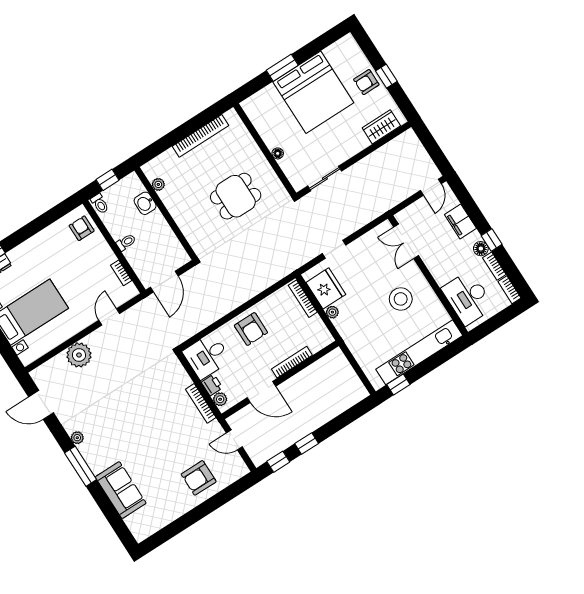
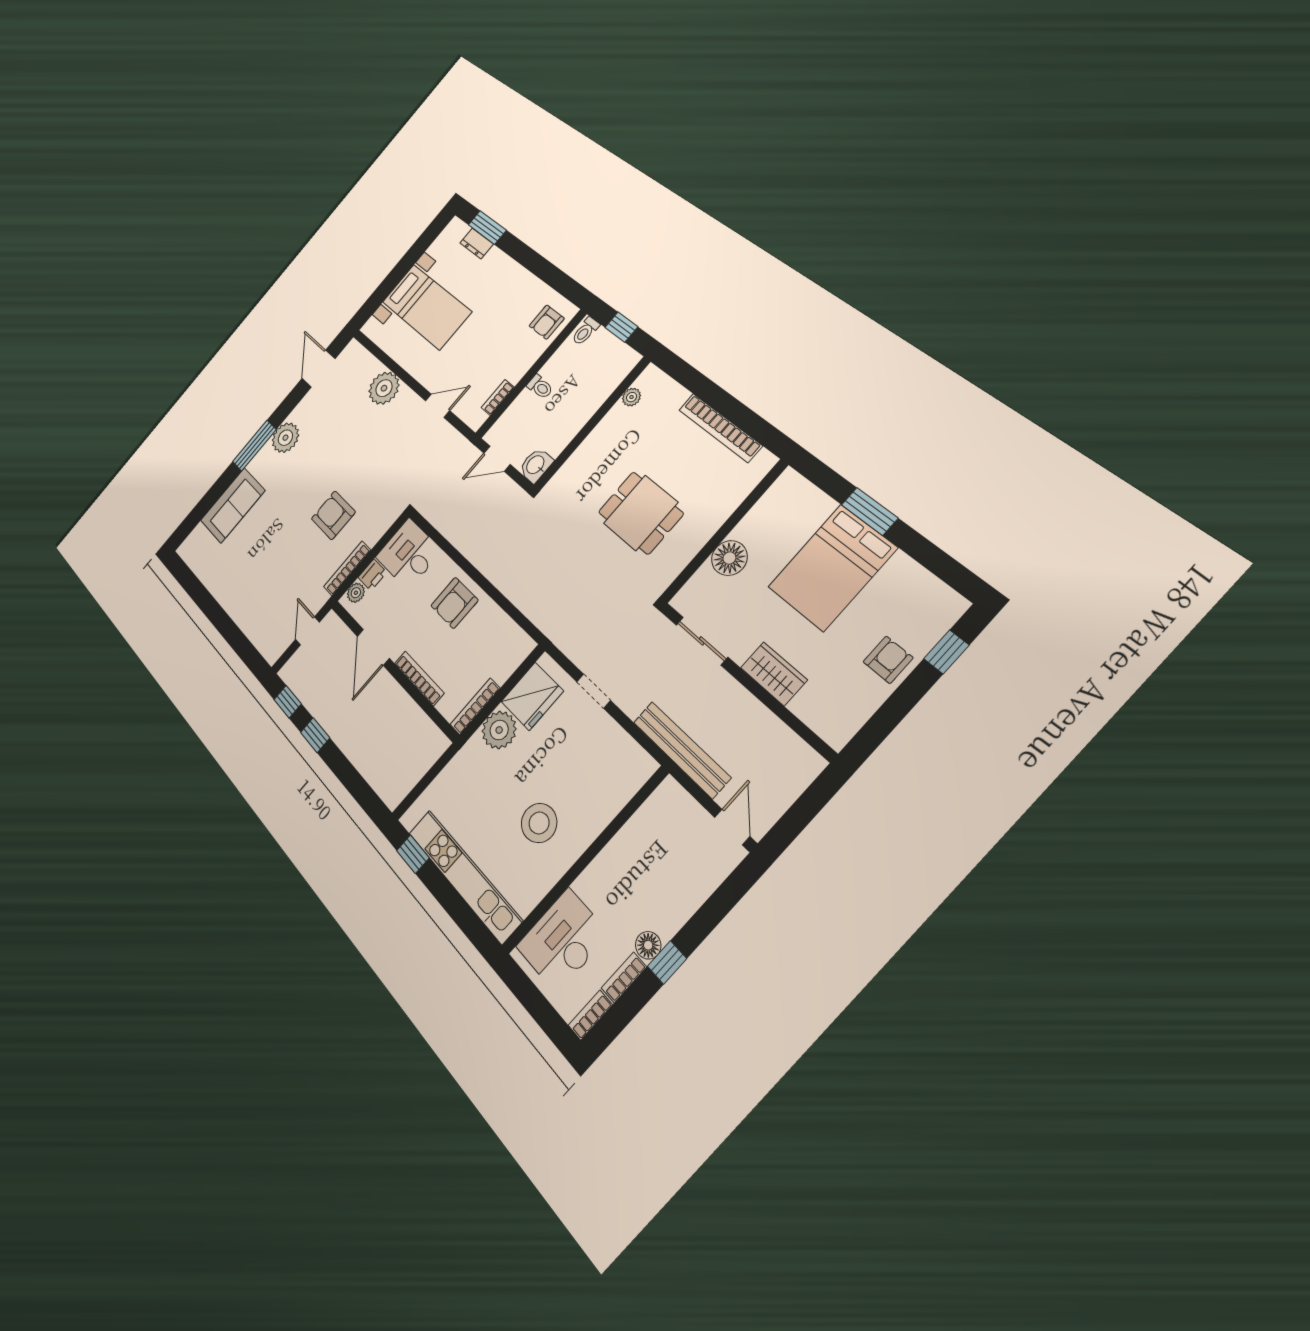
window: (386, 76) -> (946, 652), moved
armchair: (366, 82) -> (888, 660), turned 90
bed: (313, 92) -> (832, 568), width x0.73
wardrobe: (381, 127) -> (774, 674), moved
floor lamp: (278, 153) -> (729, 558), width x1.89, depth x1.89
door: (431, 187) -> (732, 827), swing flipped
washbasin: (145, 203) -> (536, 465), moved
bench: (382, 205) -> (682, 750), added
filing cabinet: (460, 221) -> (686, 896), removed
armchair: (82, 228) -> (547, 322), turned 180
double door: (406, 241) -> (631, 807), removed
door: (164, 282) -> (497, 459), width x0.73
bookcase: (303, 299) -> (475, 706), moved
plant: (332, 312) -> (499, 730), width x1.88, depth x1.88
plant: (77, 438) -> (285, 438), width x1.87, depth x1.87
armchair: (199, 478) -> (333, 515), moved

